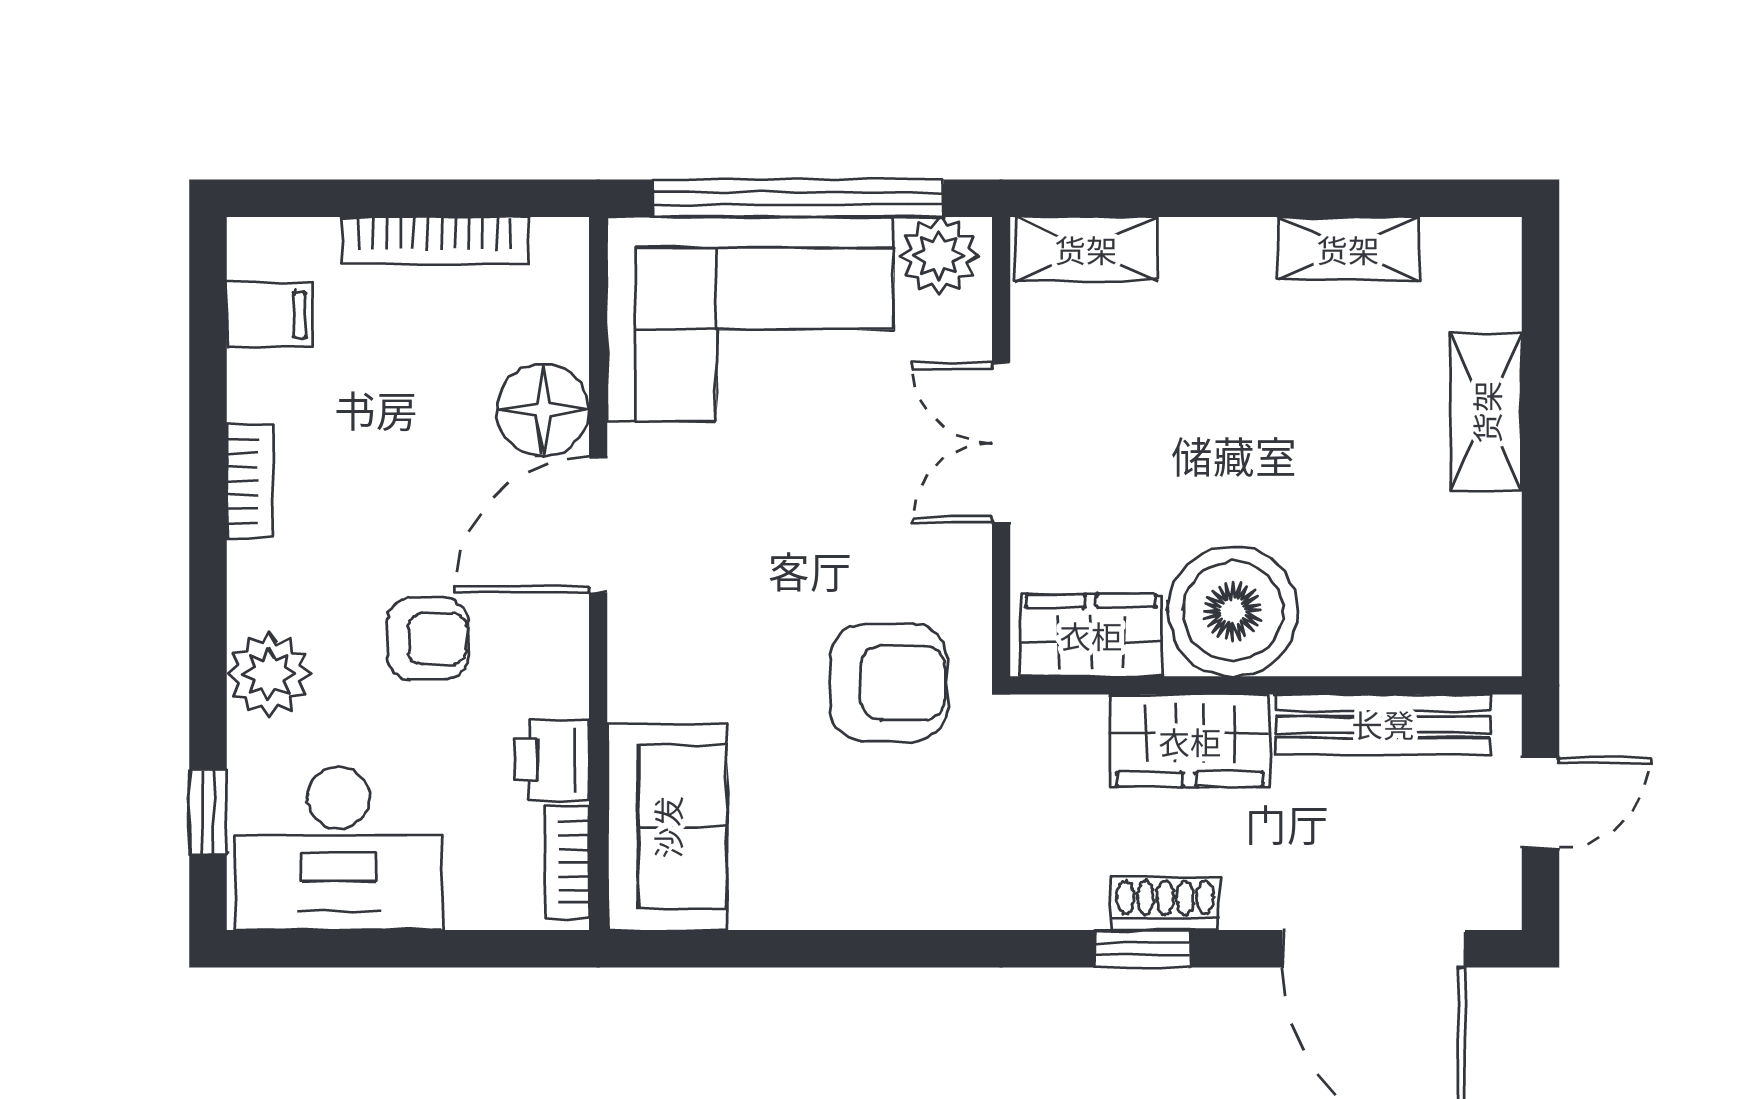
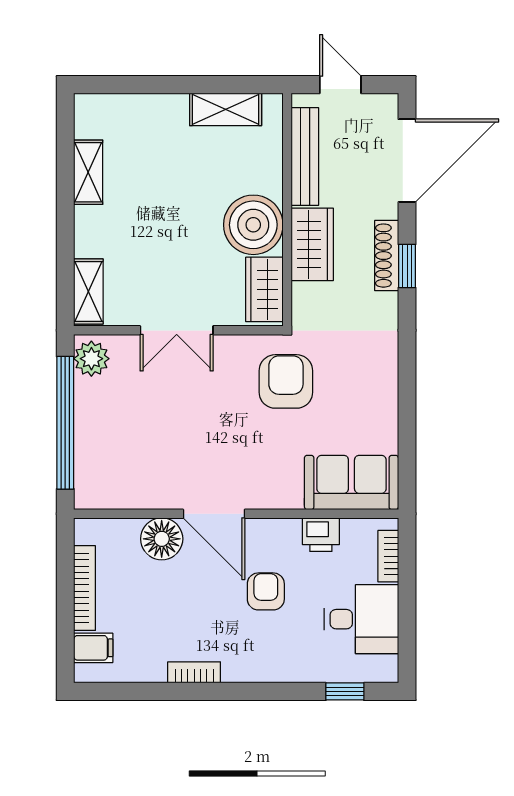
filing cabinet: (270, 315) -> (93, 648), moved, turned 90
corner sofa: (750, 319) -> (120, 444), removed
shelving: (1486, 412) -> (226, 109), moved
plant: (269, 674) -> (282, 664), removed
desk: (339, 848) -> (361, 619), width x0.73
bookcase: (567, 863) -> (388, 556), moved, turned 90
shoe rack: (1165, 904) -> (387, 256), width x1.43

